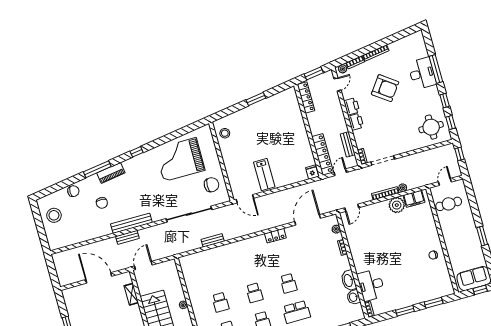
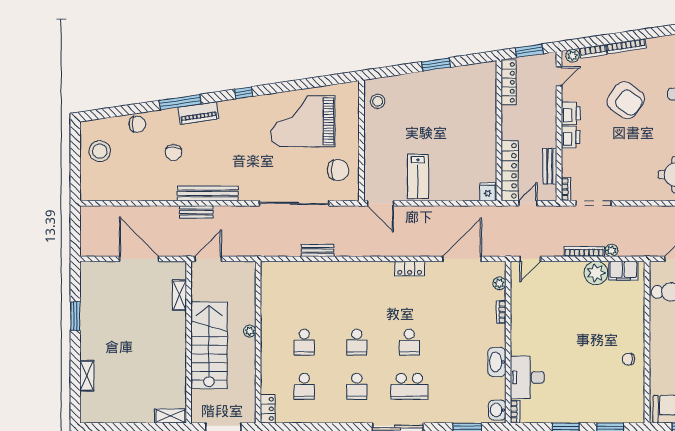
washbasin: (354, 297) -> (497, 410), moved

